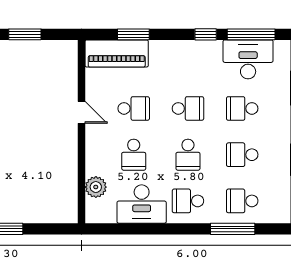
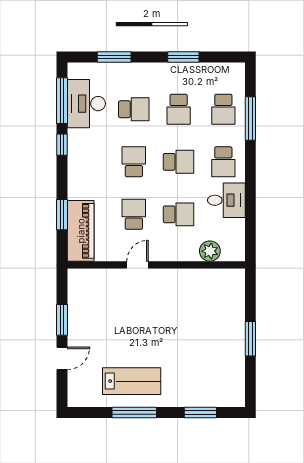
school desk: (242, 108) -> (134, 109), turned -90
desk: (142, 204) -> (226, 200), width x0.73

